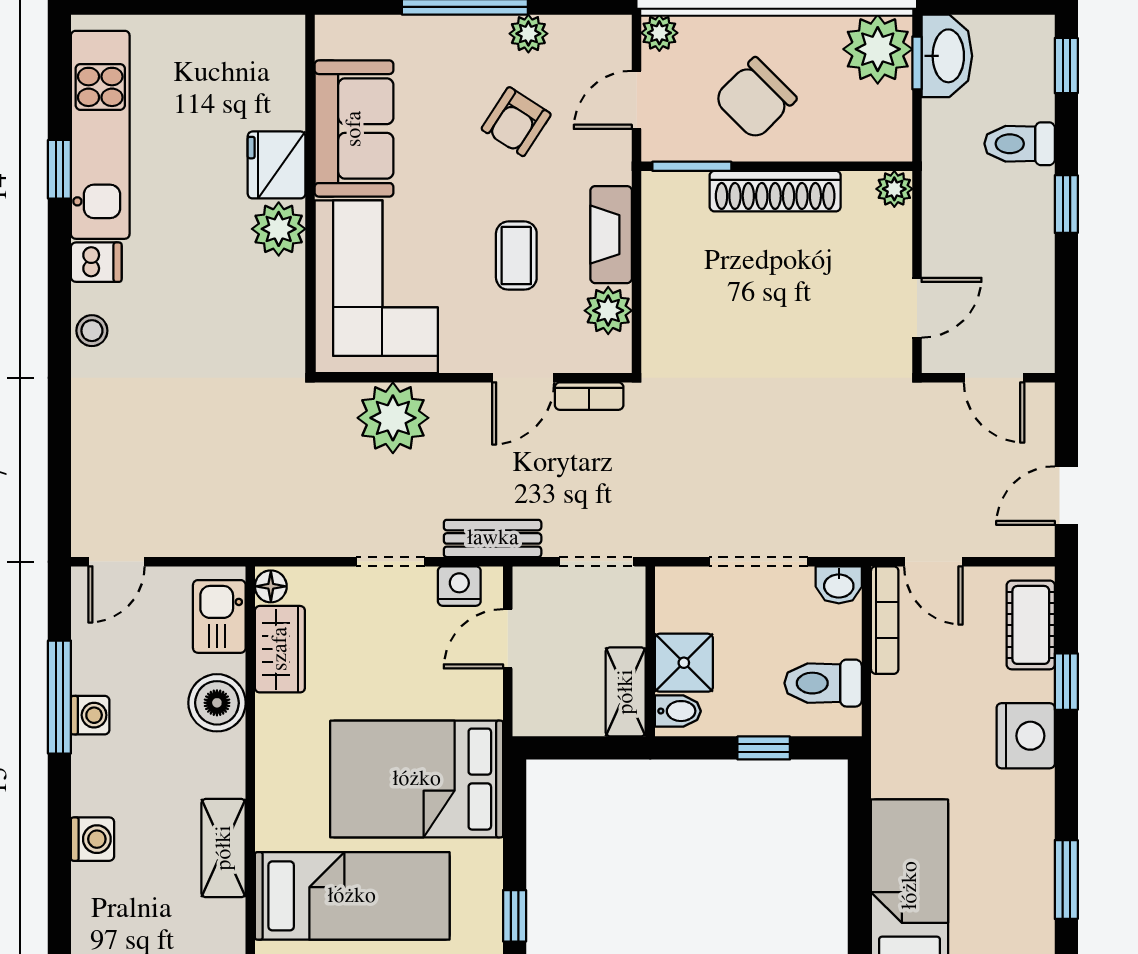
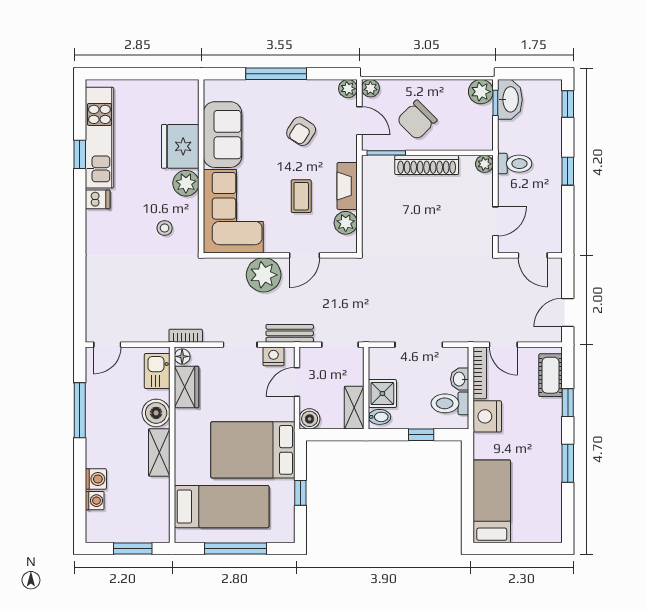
plant: (528, 34) -> (348, 89), moved
plant: (878, 49) -> (481, 92), width x0.73, depth x0.73
door: (636, 100) -> (359, 121), swing flipped
toilet: (1020, 144) -> (515, 164), moved, turned 180
fridge: (277, 165) -> (180, 146), width x1.36, depth x1.34
stool: (92, 331) -> (165, 228), moved
bookcase: (589, 396) -> (186, 336), moved, turned 180
plant: (393, 418) -> (264, 275), moved
washbasin: (839, 585) -> (460, 379), moved, turned 90
washing machine: (90, 715) -> (95, 501), moved
boiler: (534, 715) -> (310, 419), added
nightstand: (1026, 736) -> (487, 416), moved, turned 180
shelving: (224, 848) -> (159, 452), moved
window: (1066, 879) -> (568, 463), moved
window: (515, 916) -> (300, 493), moved

